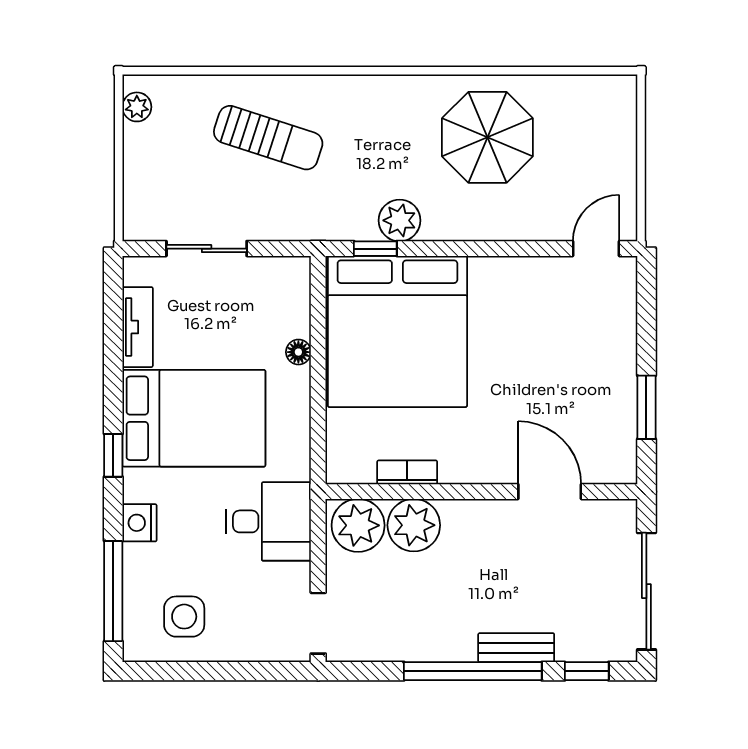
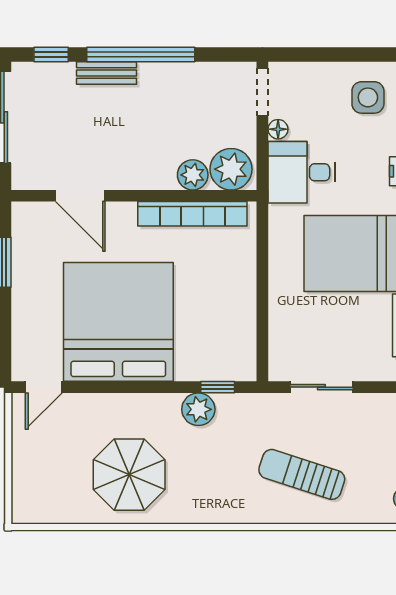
sliding door: (207, 249) -> (321, 387), moved
bed: (397, 331) -> (118, 322), moved
floor lamp: (298, 352) -> (278, 129), moved
bookcase: (407, 472) -> (192, 214), width x2.31, depth x1.31
plant: (414, 525) -> (193, 175), width x0.73, depth x0.73

